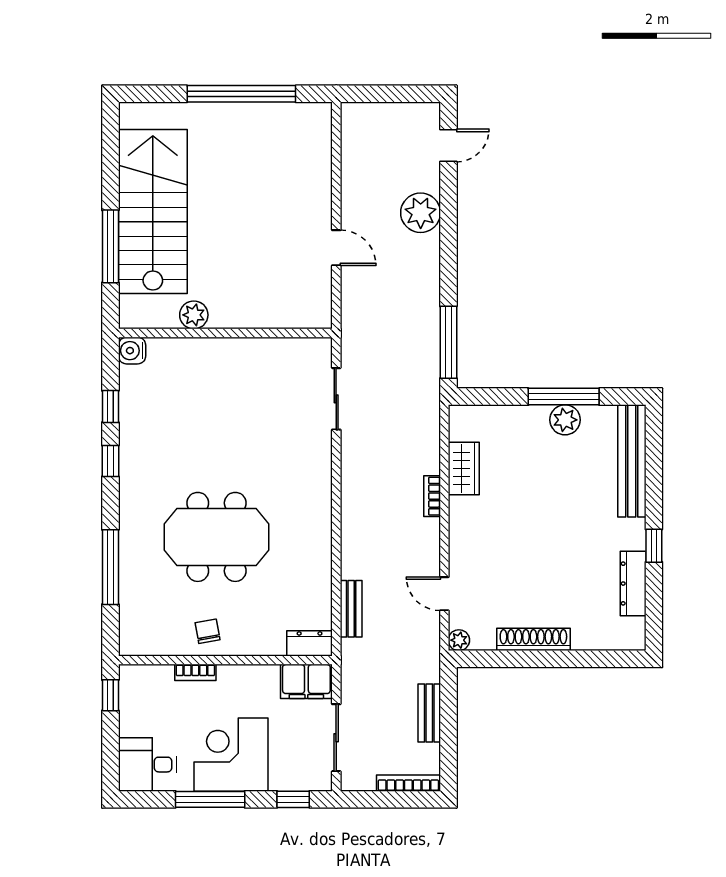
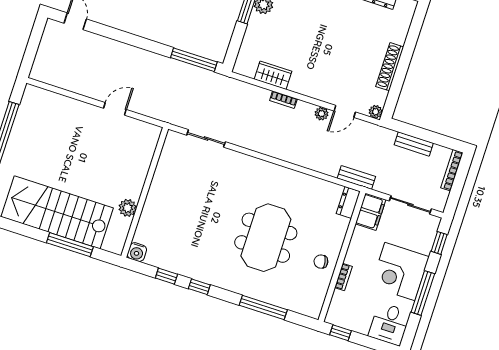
plant: (421, 213) -> (322, 114), moved, width x0.53, depth x0.53
bench: (351, 609) -> (356, 177), moved

